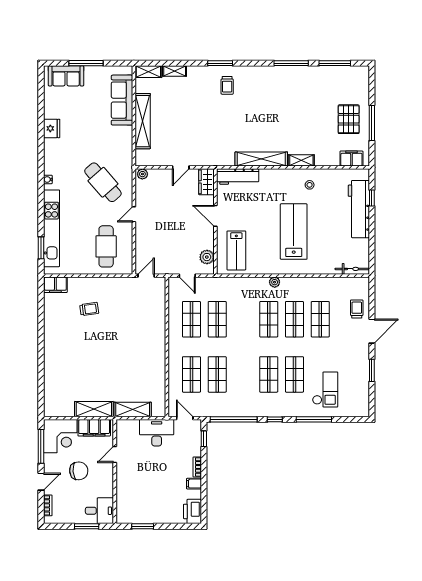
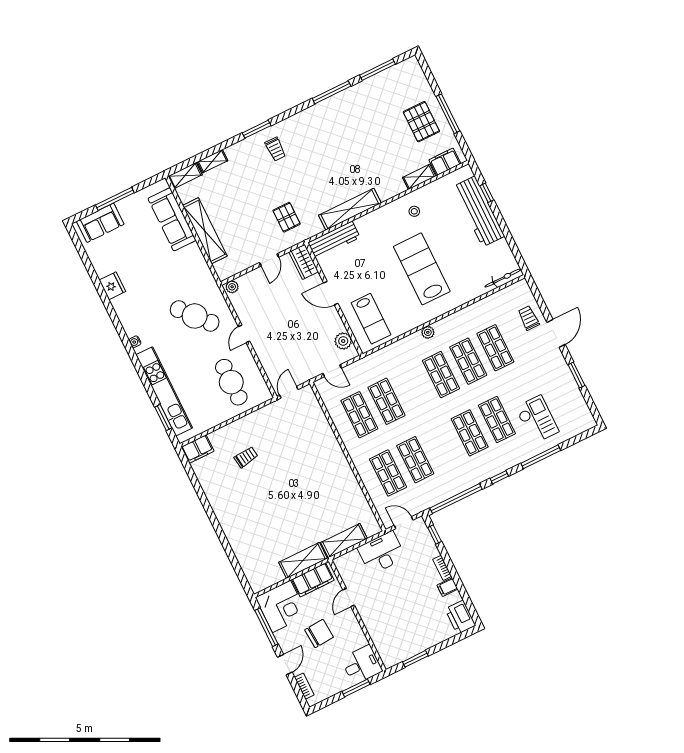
pallet: (210, 141) -> (287, 217), added
shelving: (301, 160) -> (419, 177), moved

